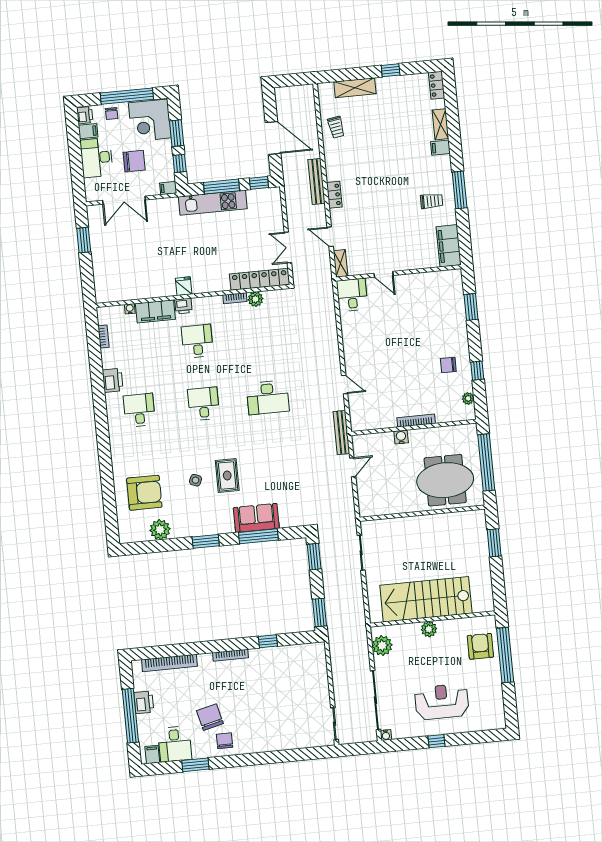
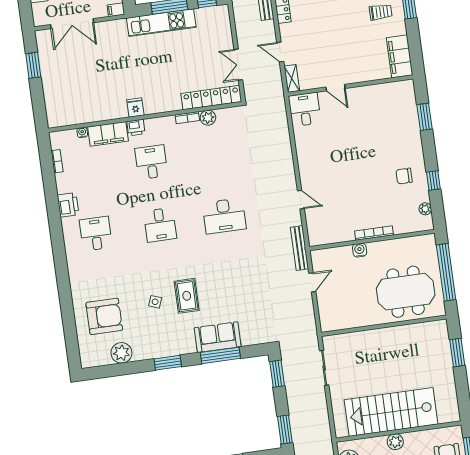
desk: (203, 404) -> (160, 225), turned 180

